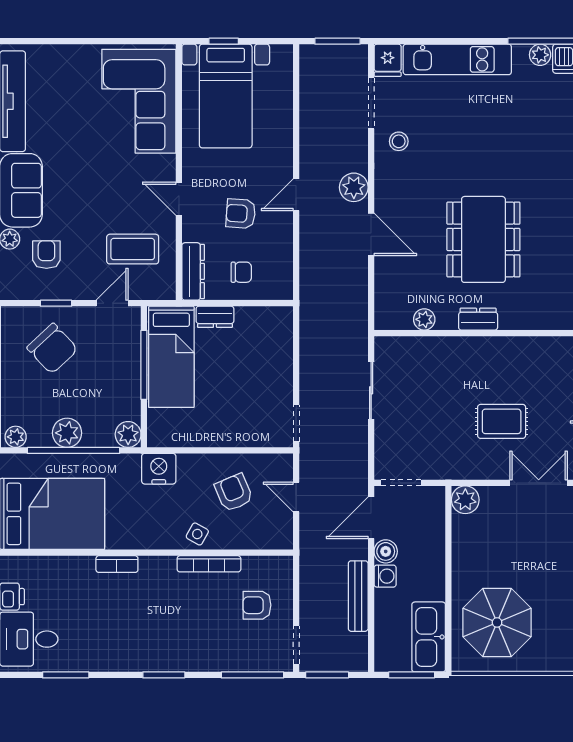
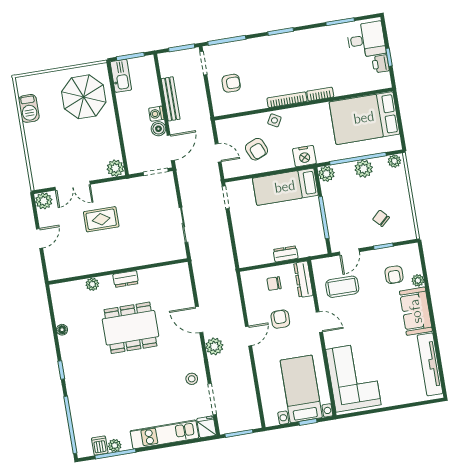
armchair: (241, 214) -> (280, 319), turned -94
dining table: (483, 239) -> (130, 328), turned 90
plant: (424, 319) -> (92, 284), moved
chair: (52, 349) -> (381, 218), width x0.54, depth x0.54
bed: (171, 357) -> (285, 187), moved, turned -90
bookcase: (209, 564) -> (287, 100), moved
kitchen sink: (429, 637) -> (121, 76), width x0.73, depth x0.81

